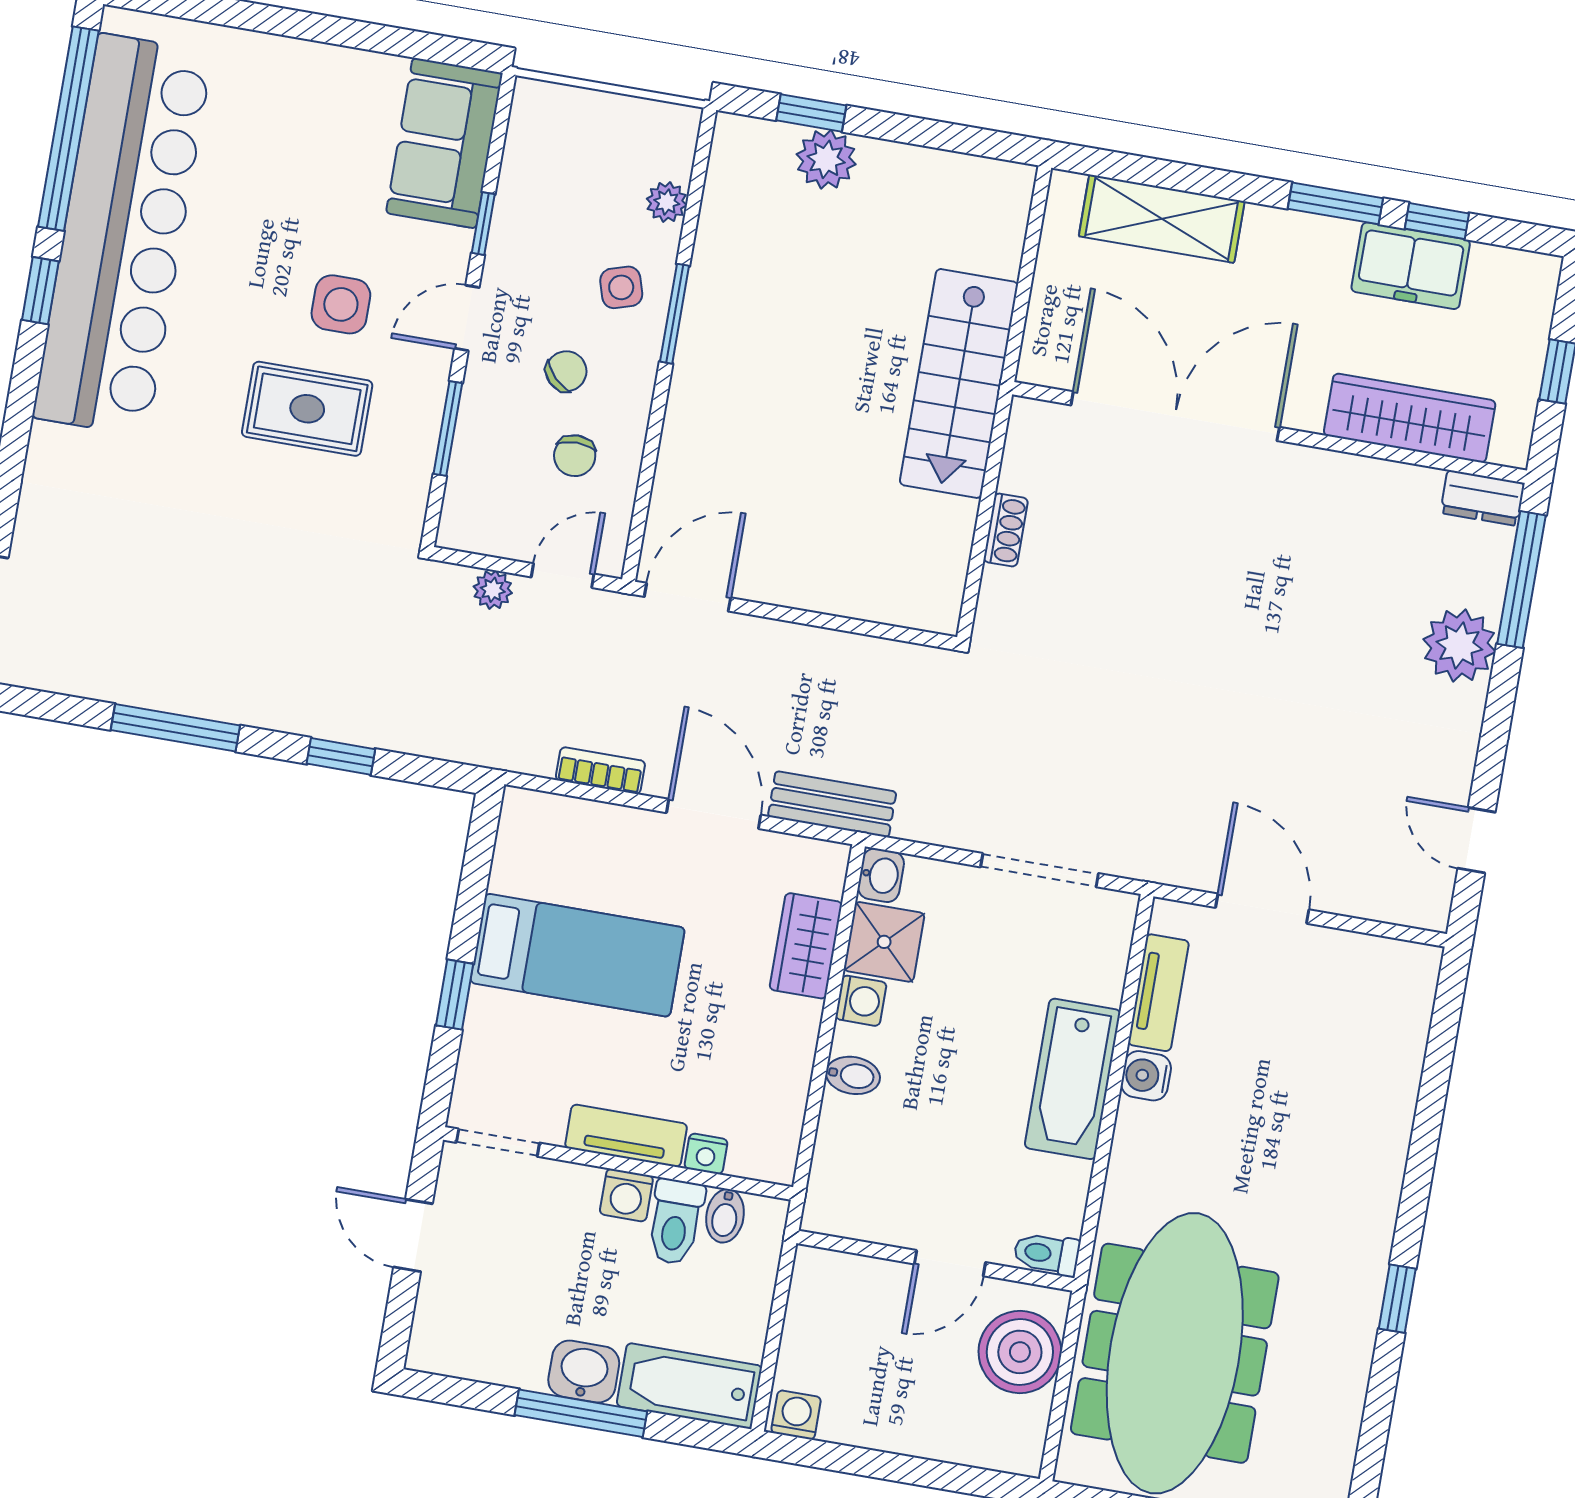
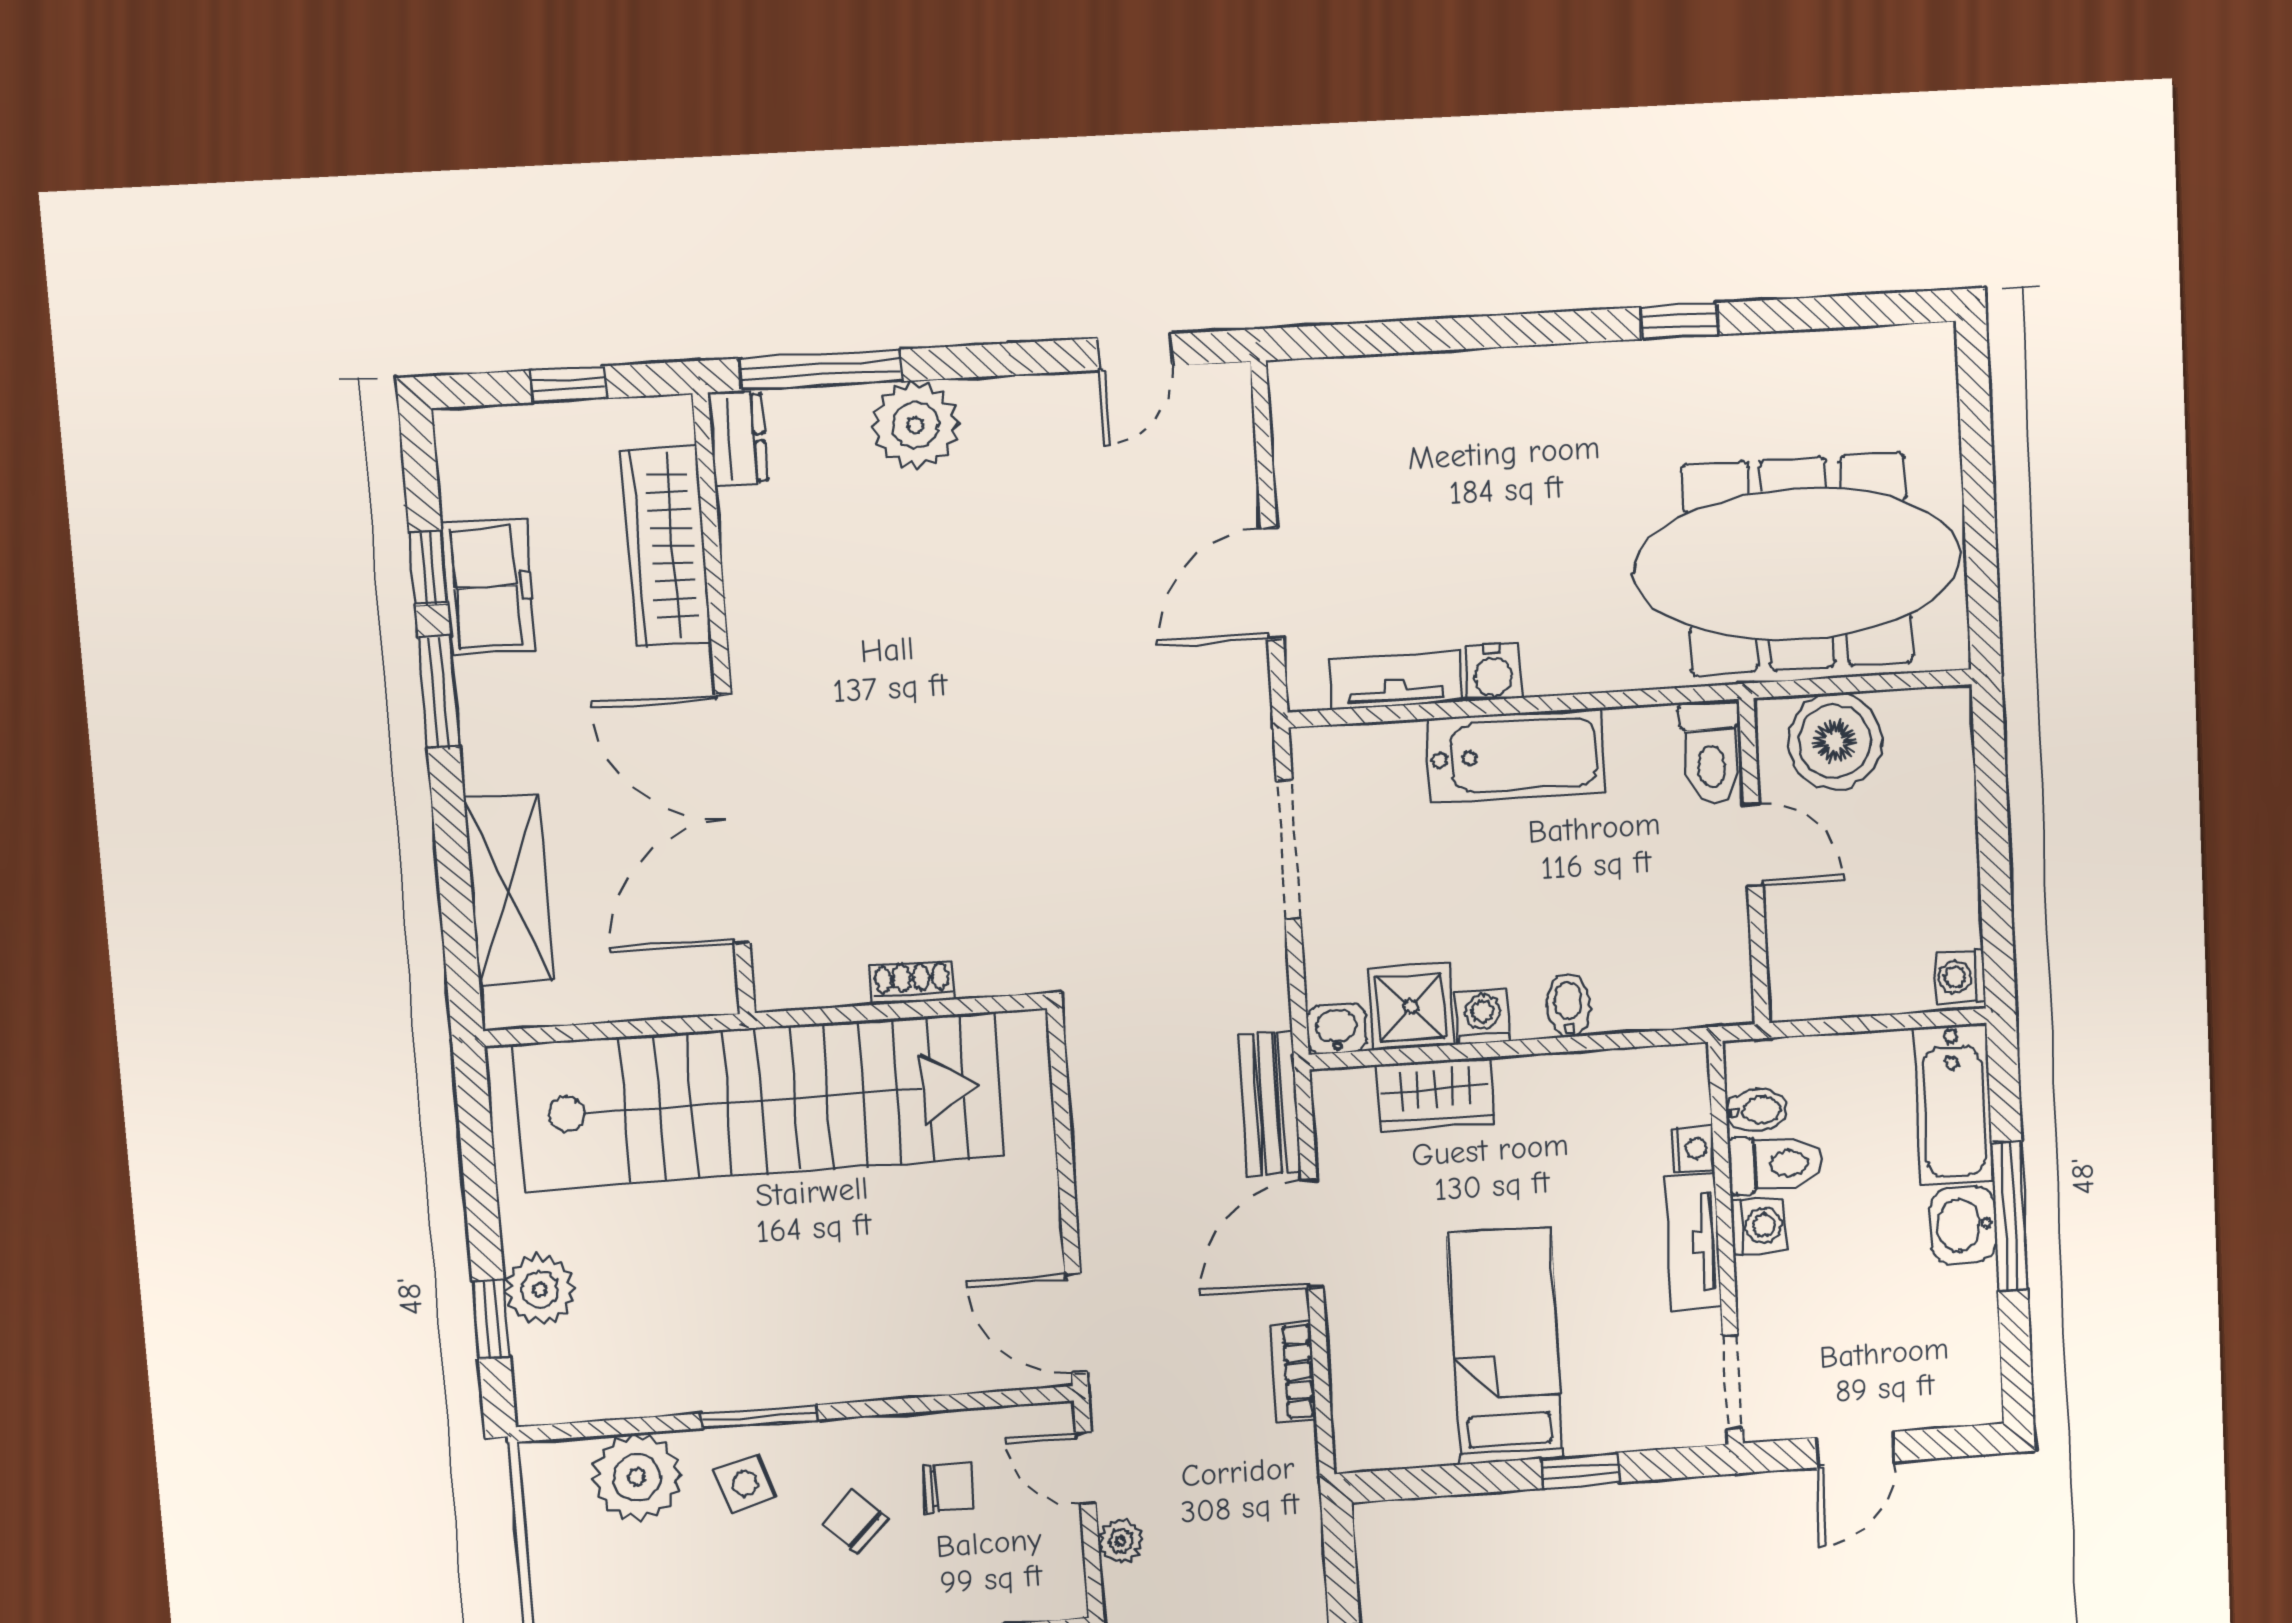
plant: (667, 202) -> (637, 1477), width x1.88, depth x1.88
stairs: (959, 383) -> (759, 1101), width x1.86, depth x1.51
toilet: (1047, 1254) -> (1711, 752), width x1.37, depth x1.39

